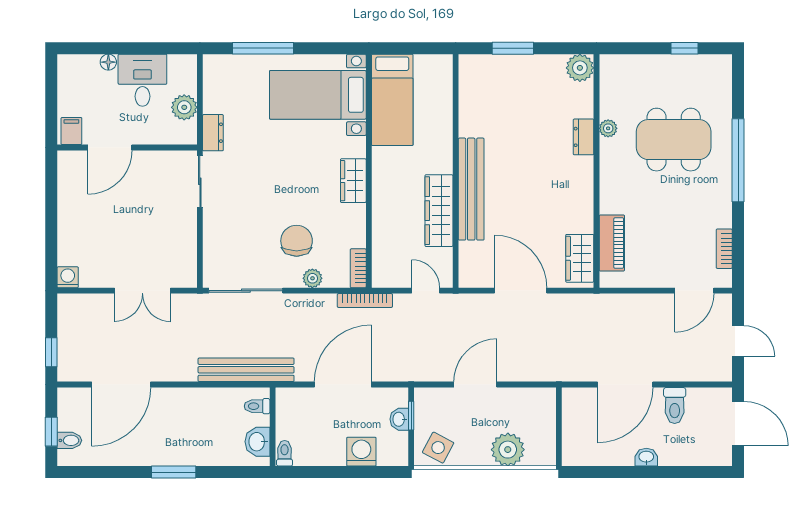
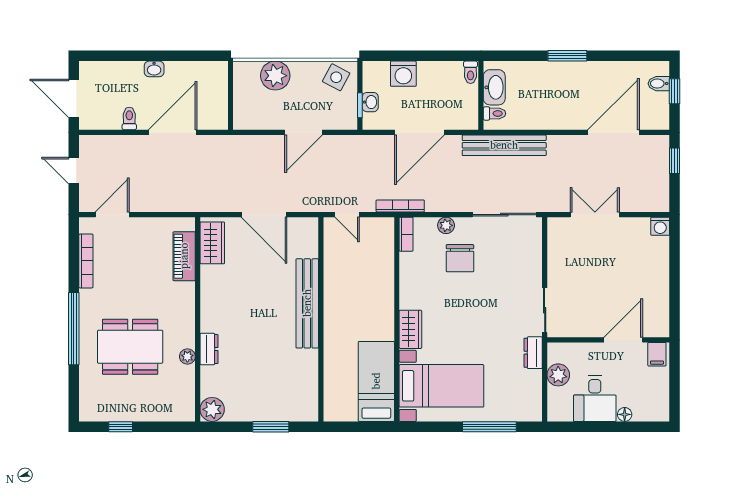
wardrobe: (353, 181) -> (410, 329), moved
wardrobe: (439, 211) -> (335, 285), removed
bookcase: (724, 249) -> (86, 261), width x1.56
toilet: (675, 405) -> (129, 119), width x0.73, depth x0.72
washbasin: (257, 442) -> (494, 87), width x1.38

